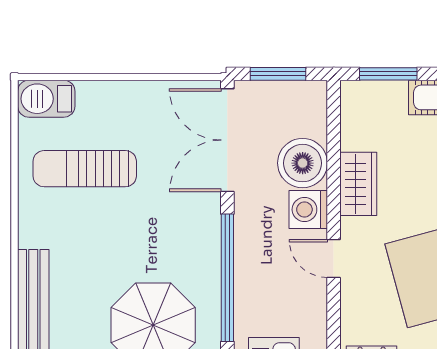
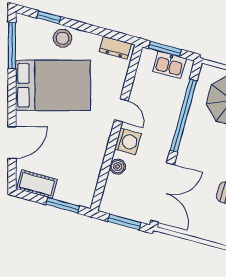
boiler: (303, 163) -> (118, 167), width x0.54, depth x0.54
wardrobe: (358, 184) -> (96, 148), removed

